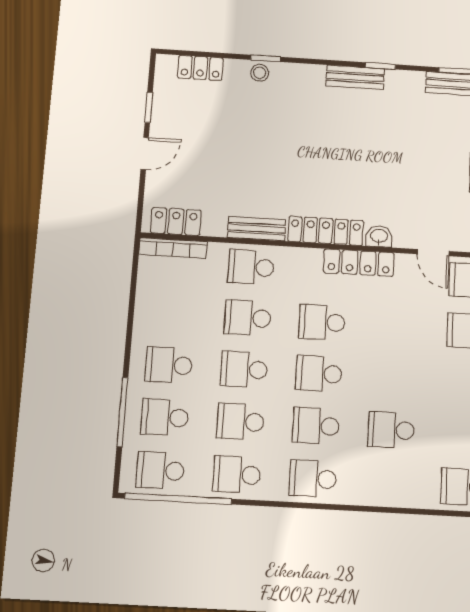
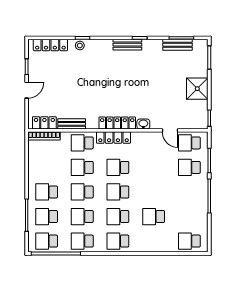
locker: (200, 68) -> (50, 45), width x1.53
bench: (257, 229) -> (72, 124), moved
locker: (359, 263) -> (113, 138), moved

